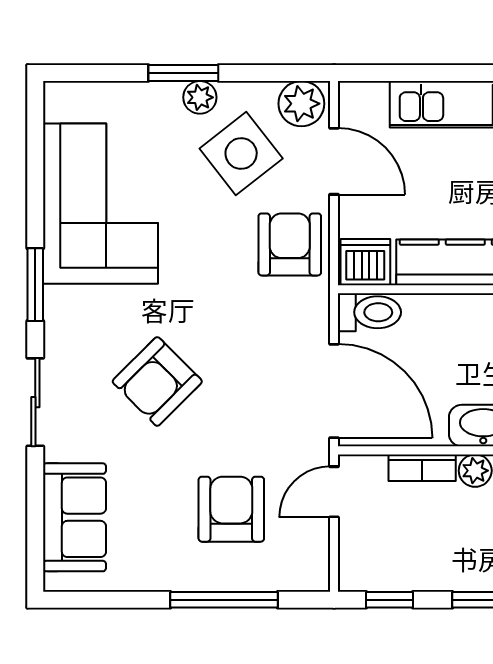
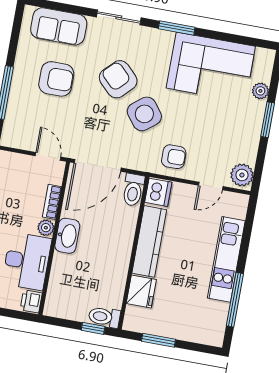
plant: (200, 97) -> (260, 91), moved
side table: (241, 154) -> (144, 114), moved
door: (334, 161) -> (211, 186), width x0.73
armchair: (290, 244) -> (174, 157), width x0.72, depth x0.72
armchair: (231, 509) -> (56, 79), moved

